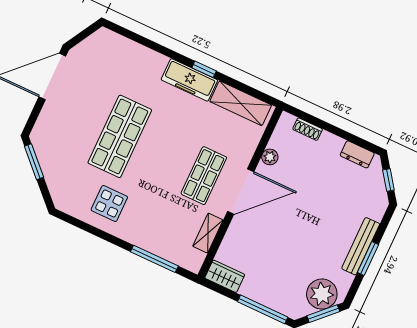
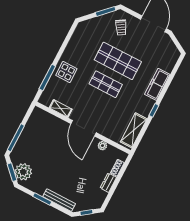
freezer: (189, 80) -> (157, 84), moved
trolley: (61, 133) -> (121, 27), added
dresser: (357, 154) -> (108, 183), moved
shop shelf: (204, 176) -> (106, 84), moved
display table: (109, 204) -> (66, 72), moved
bench: (361, 246) -> (59, 200), moved
wardrobe: (225, 276) -> (36, 117), removed

